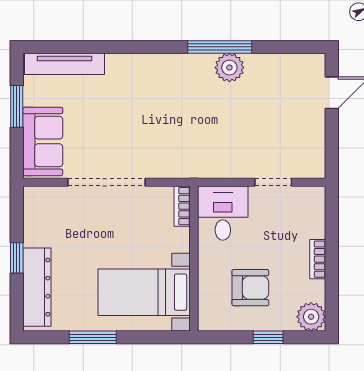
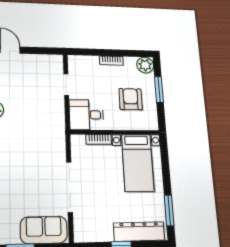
bookcase: (182, 206) -> (99, 139), moved
window: (93, 337) -> (169, 210), moved
window: (268, 337) -> (159, 89), width x1.50

